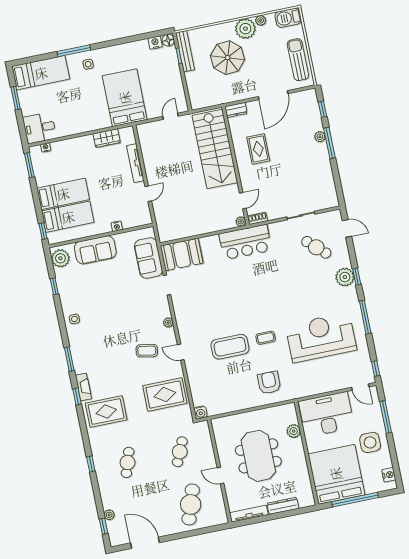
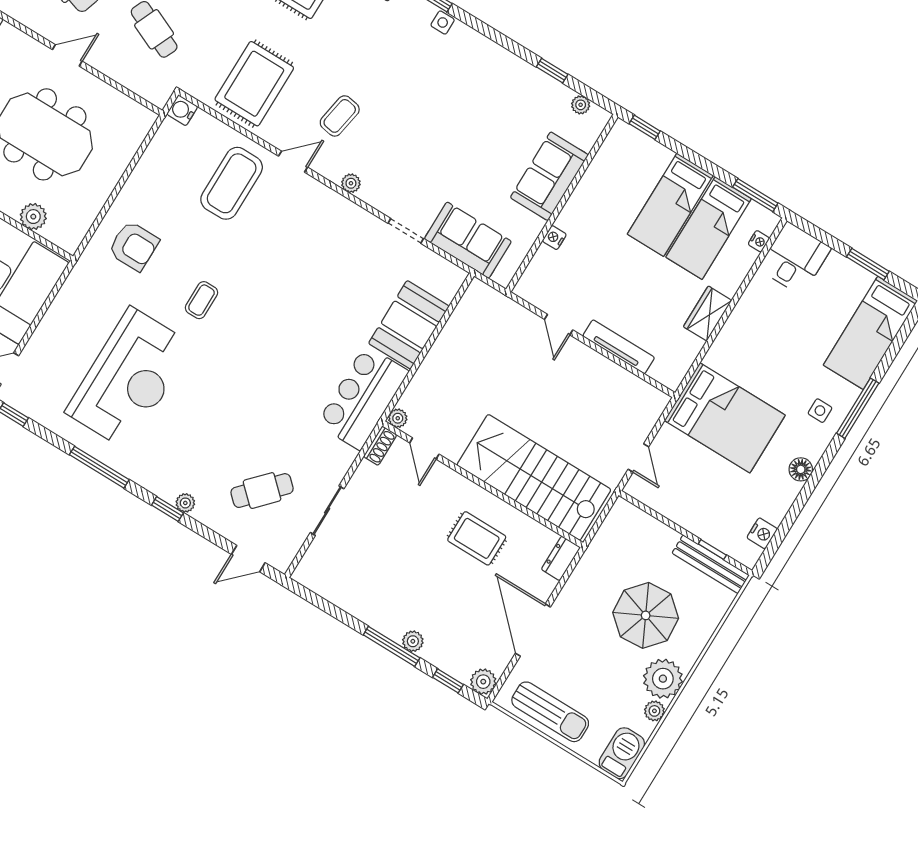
floor lamp: (168, 40) -> (801, 469), moved
plant: (310, 96) -> (483, 682), added
wardrobe: (107, 138) -> (708, 314), moved
bed: (68, 217) -> (709, 228), moved
booth: (182, 254) -> (409, 325), moved
plant: (60, 258) -> (581, 105), width x0.53, depth x0.53
plant: (345, 277) -> (185, 503), width x0.53, depth x0.53
side table: (74, 319) -> (443, 22), moved
coffee table: (230, 347) -> (232, 183), moved

